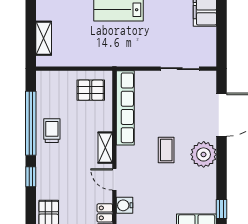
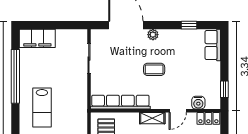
plant: (204, 154) -> (153, 35), width x0.53, depth x0.53
window: (222, 209) -> (189, 25), moved

